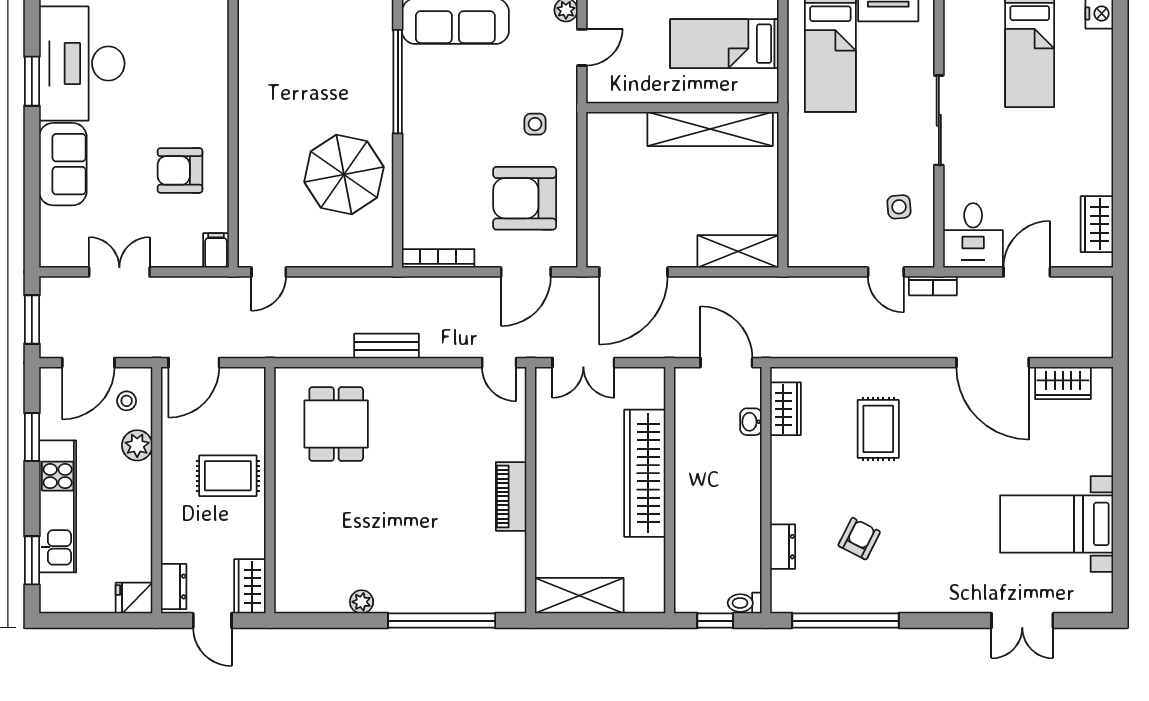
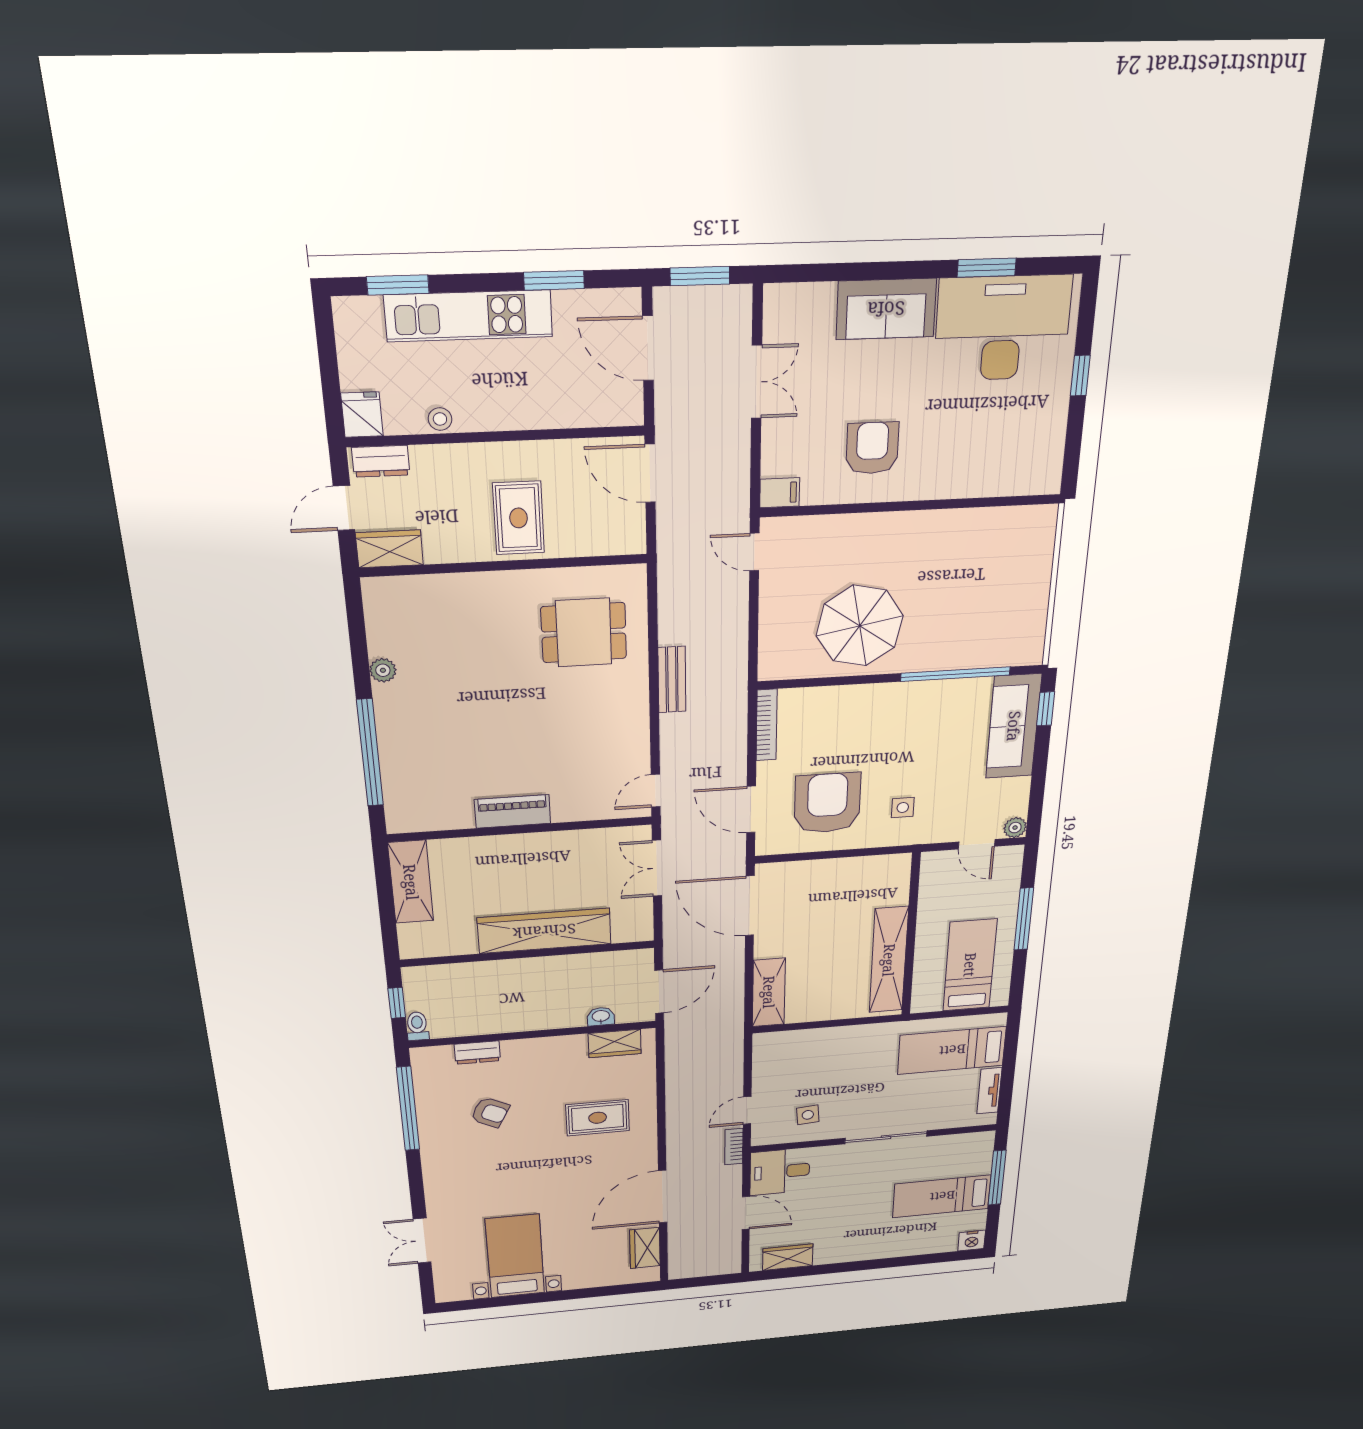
stool: (127, 401) -> (440, 419), moved
plant: (137, 445) -> (549, 411), removed

